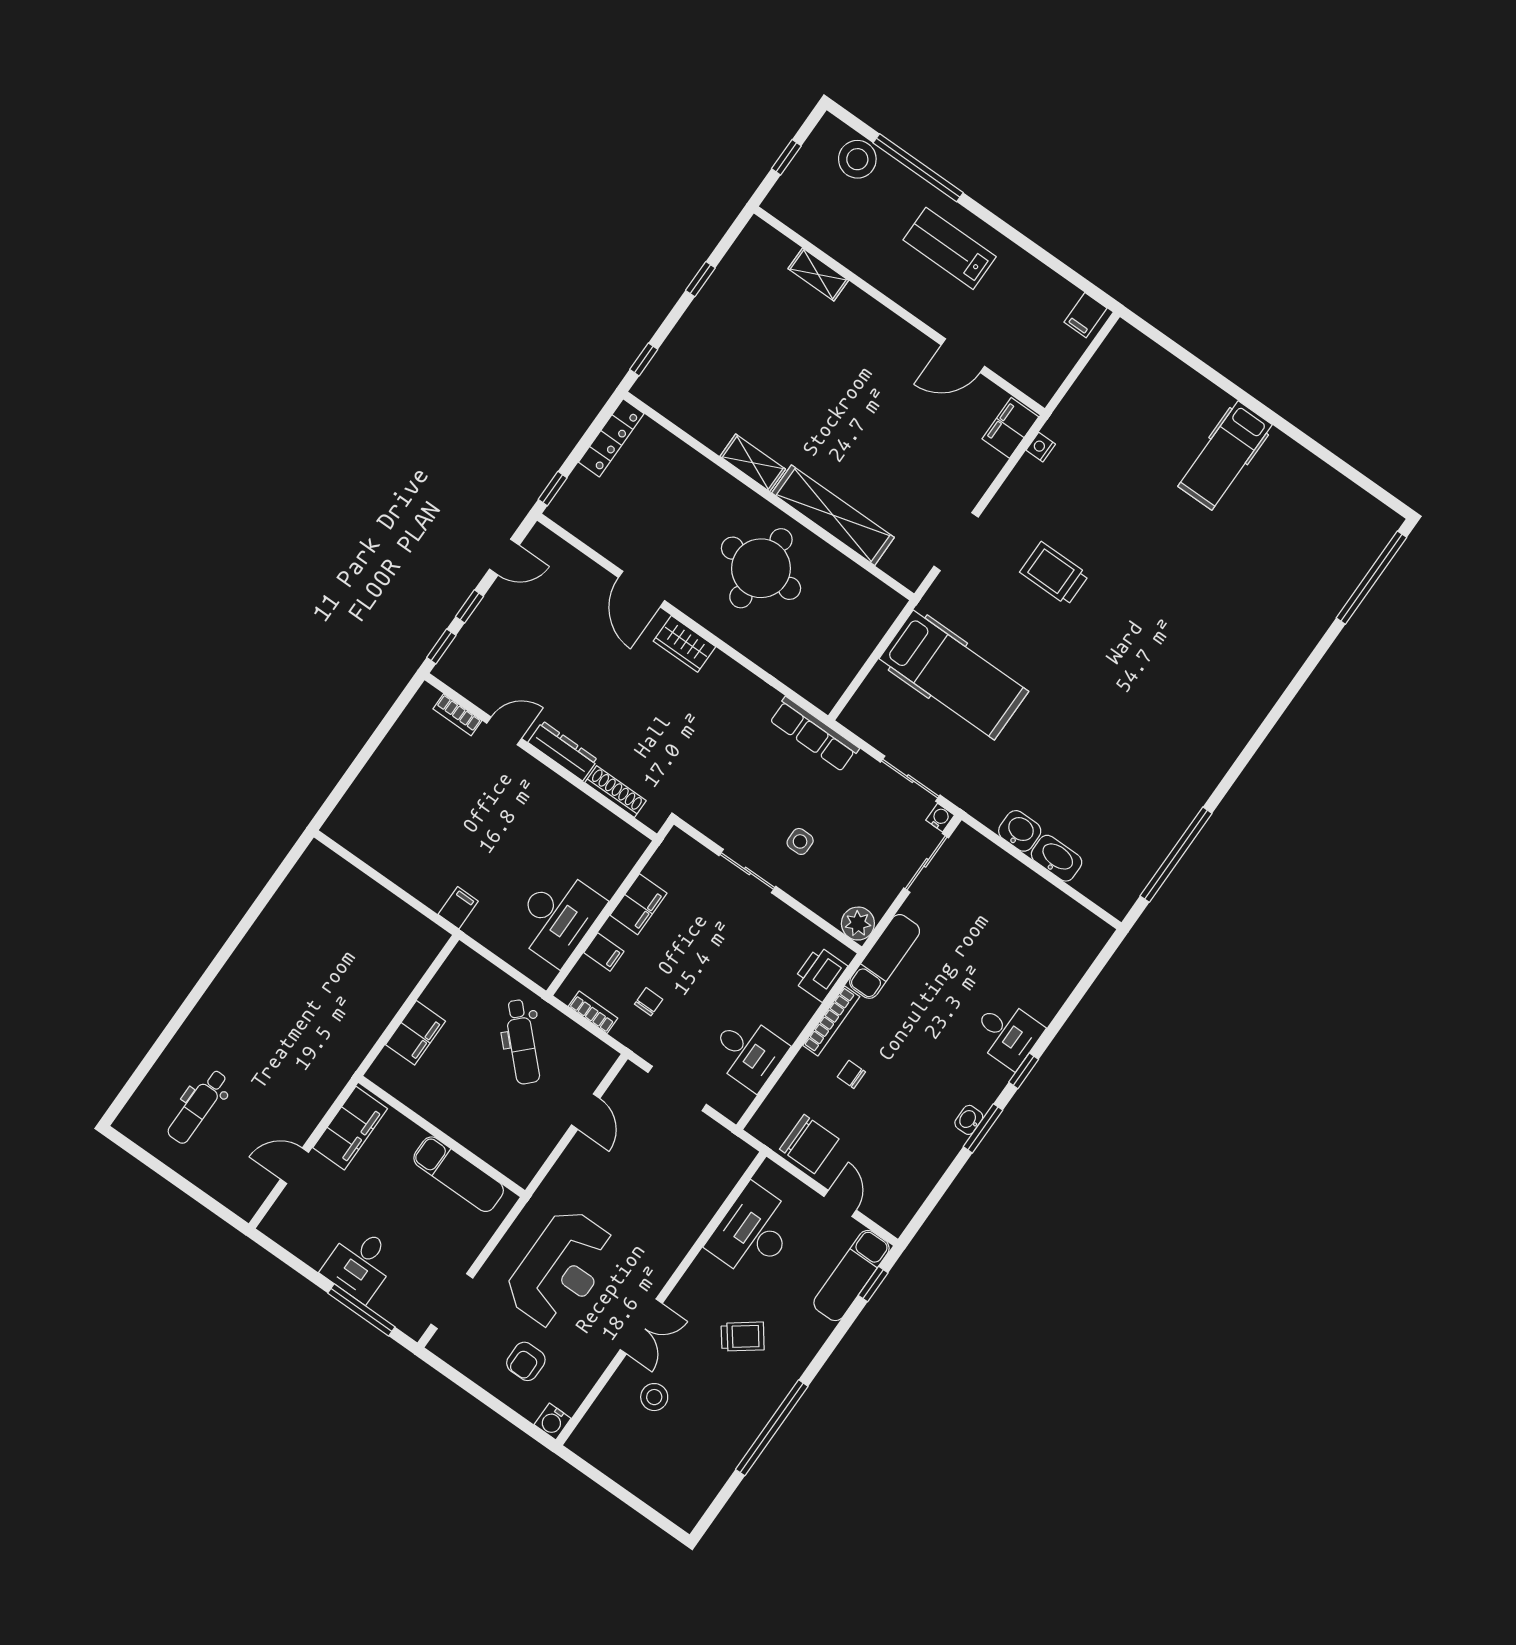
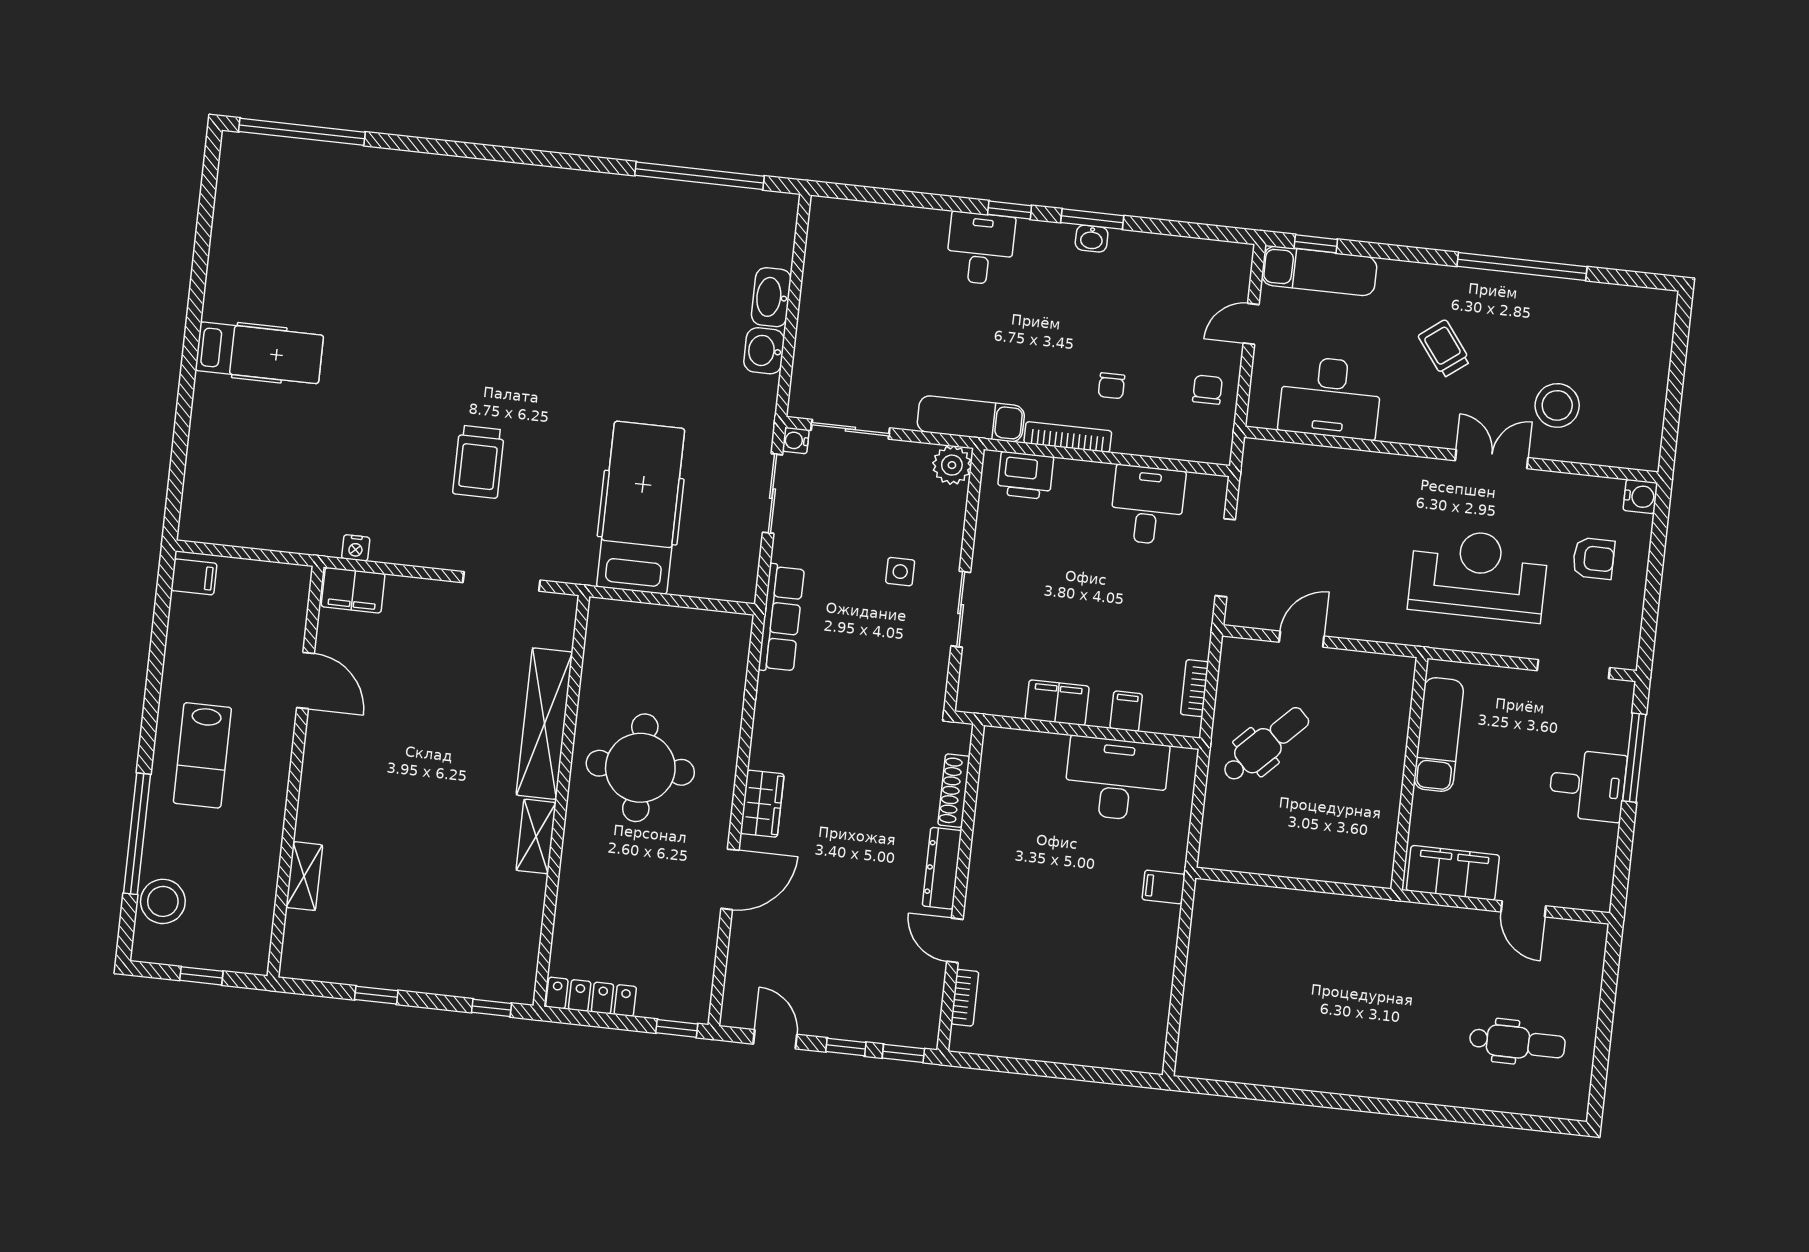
chair: (649, 1002) -> (1152, 637), removed
filing cabinet: (416, 1033) -> (1317, 860), removed
chair: (809, 1144) -> (1207, 390), width x0.54, depth x0.54
stool: (654, 1397) -> (1557, 405), width x1.38, depth x1.38

